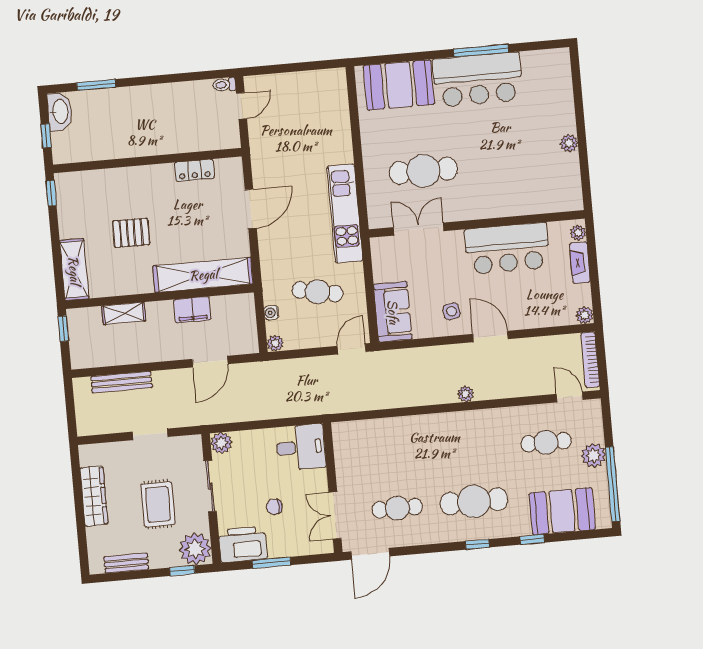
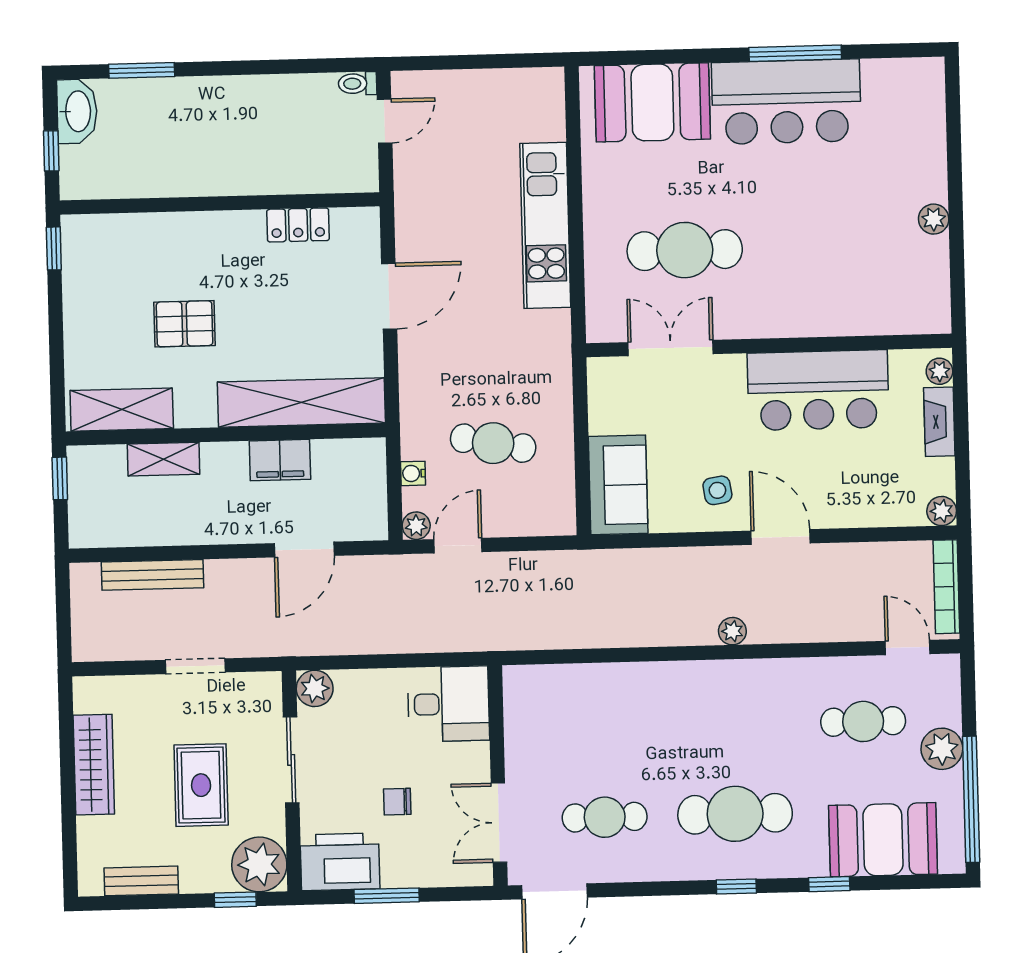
kitchen unit: (345, 214) -> (545, 225), moved
shelving: (74, 270) -> (122, 410), moved, turned 90
door: (351, 349) -> (458, 546), moved

